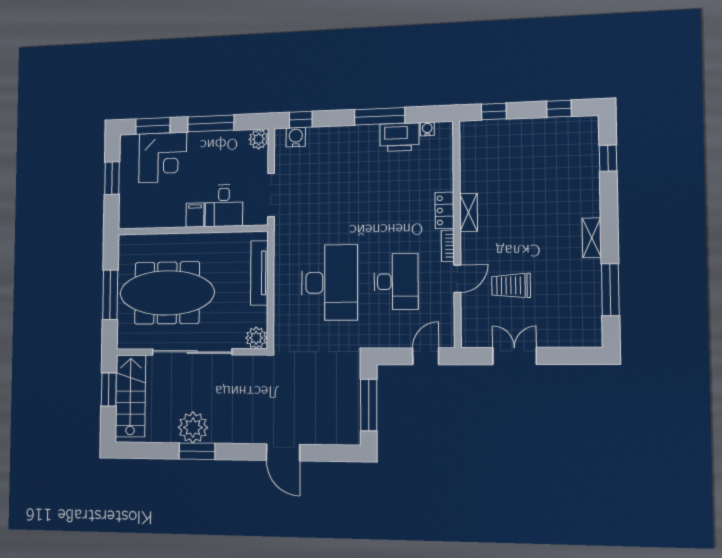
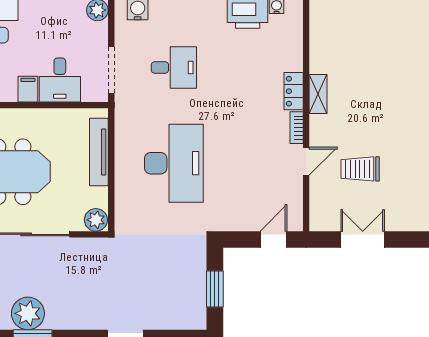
desk: (396, 282) -> (174, 67), moved, width x0.73
window: (369, 405) -> (215, 289), width x0.69

